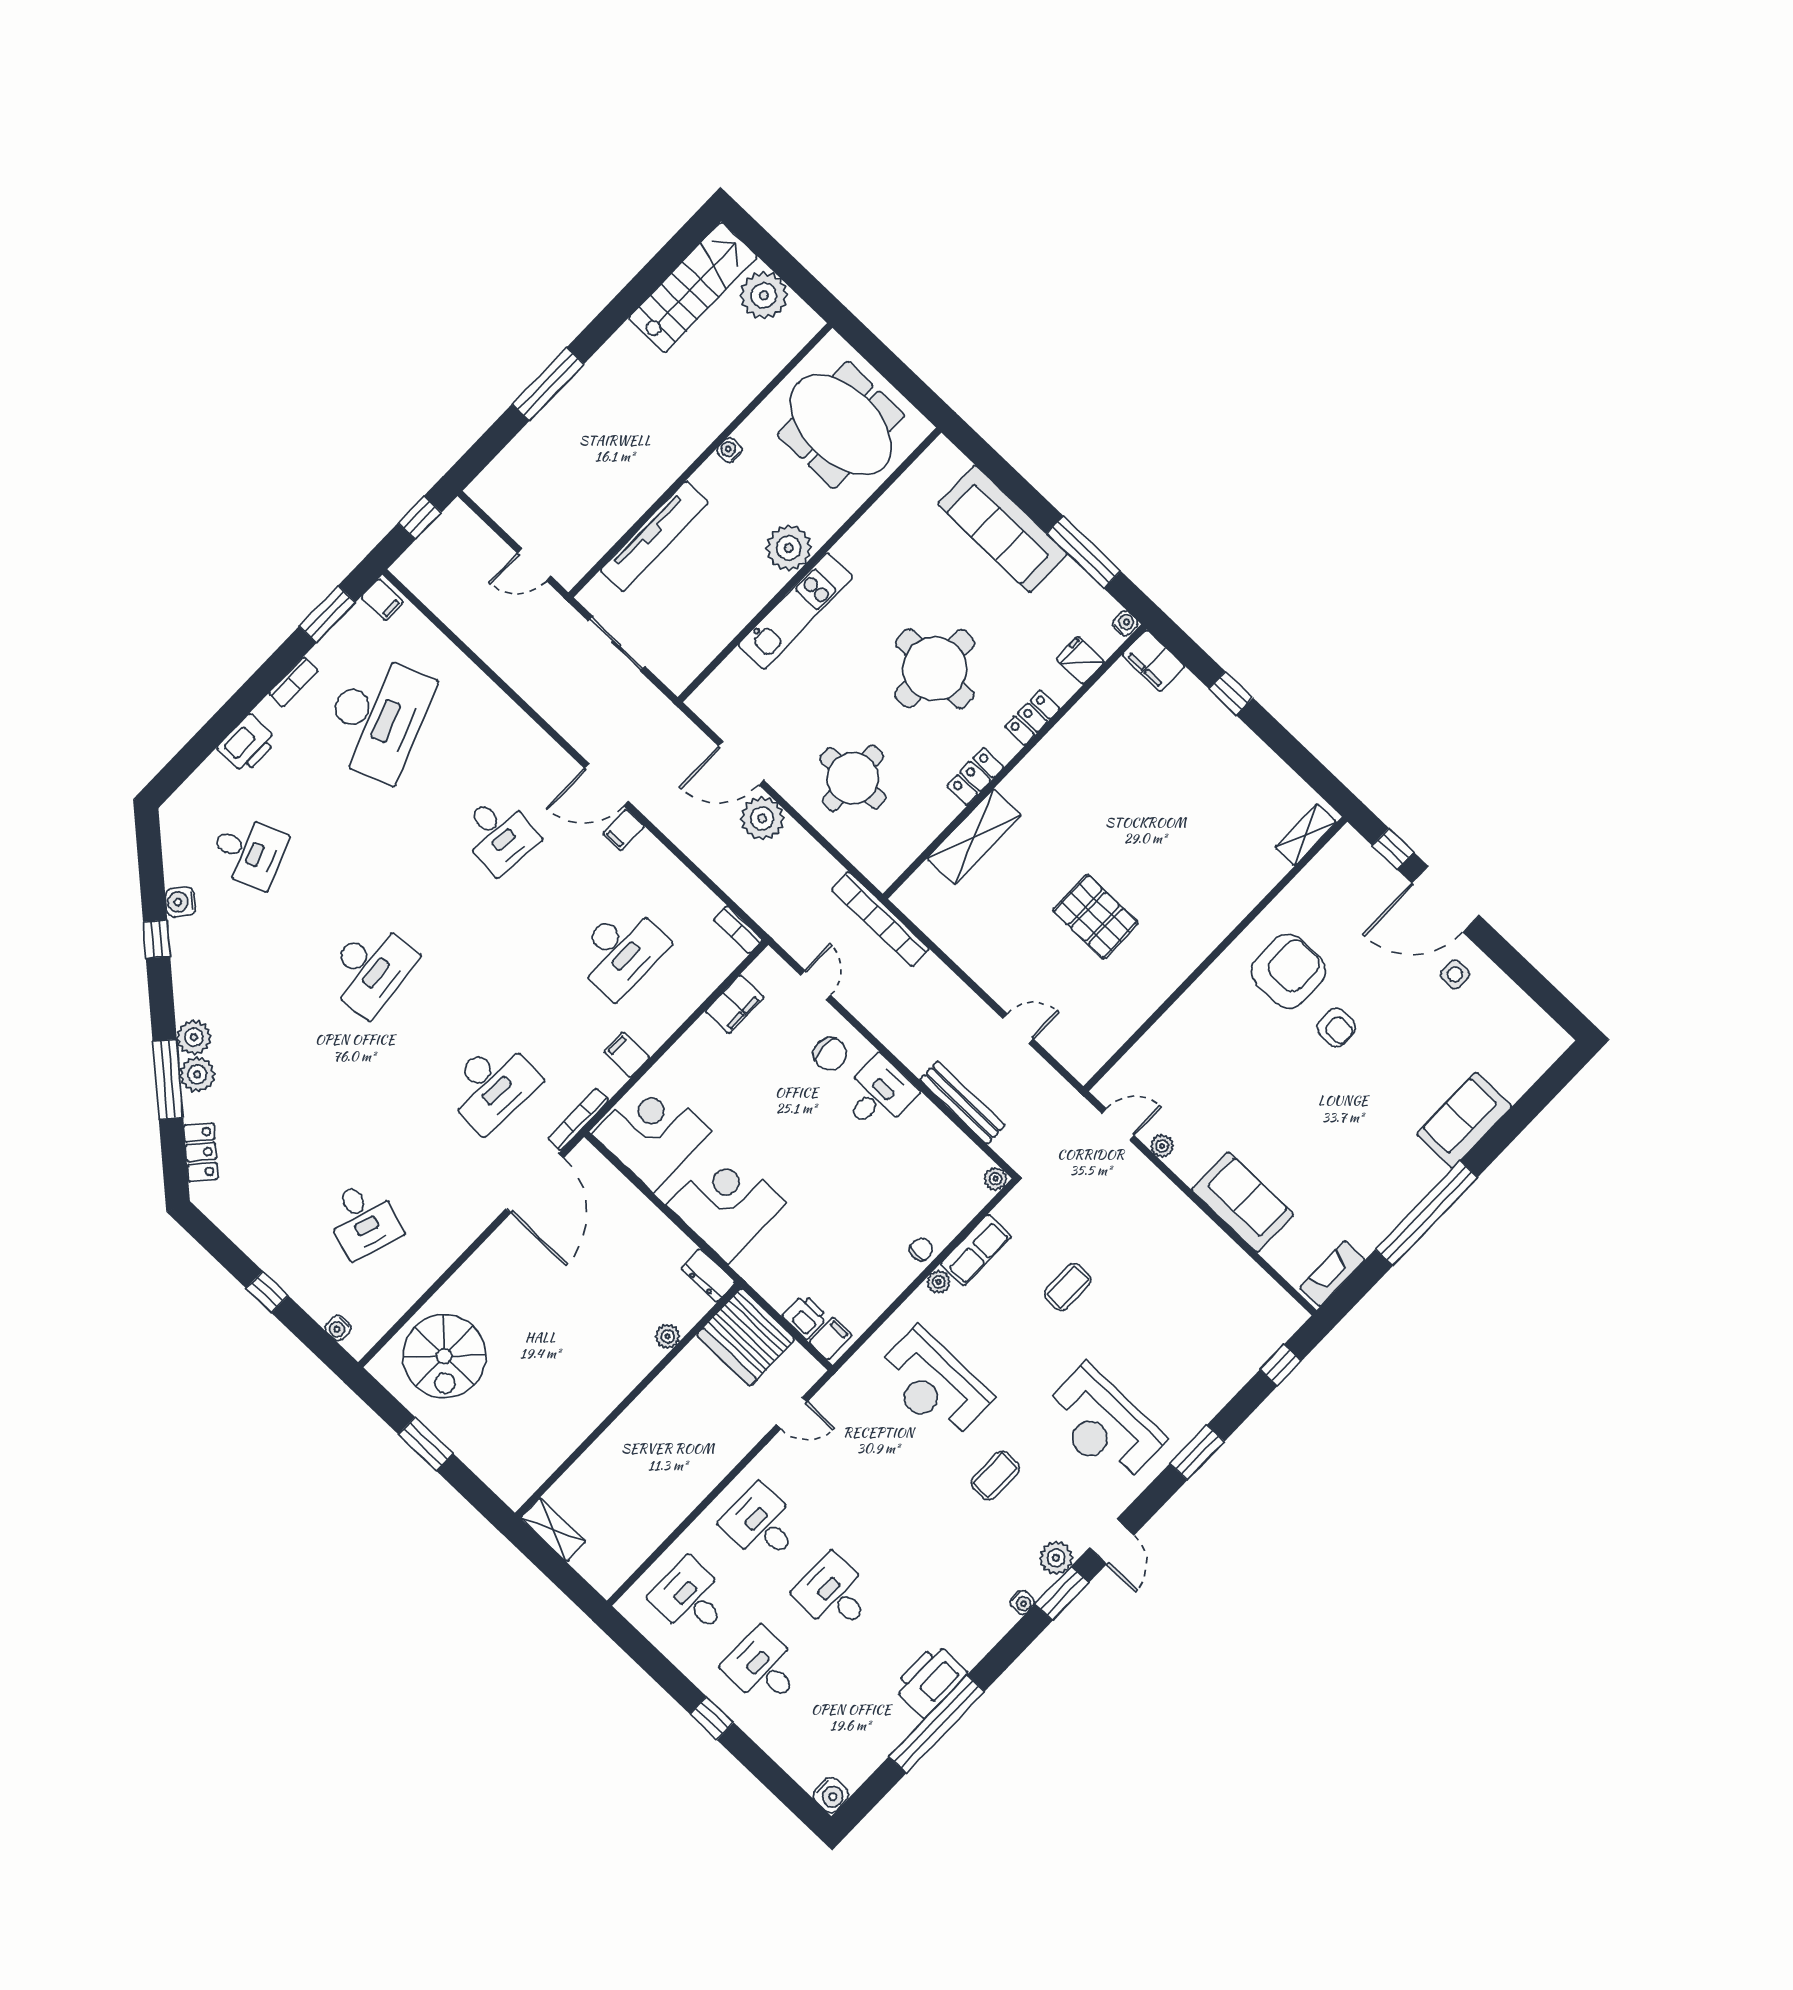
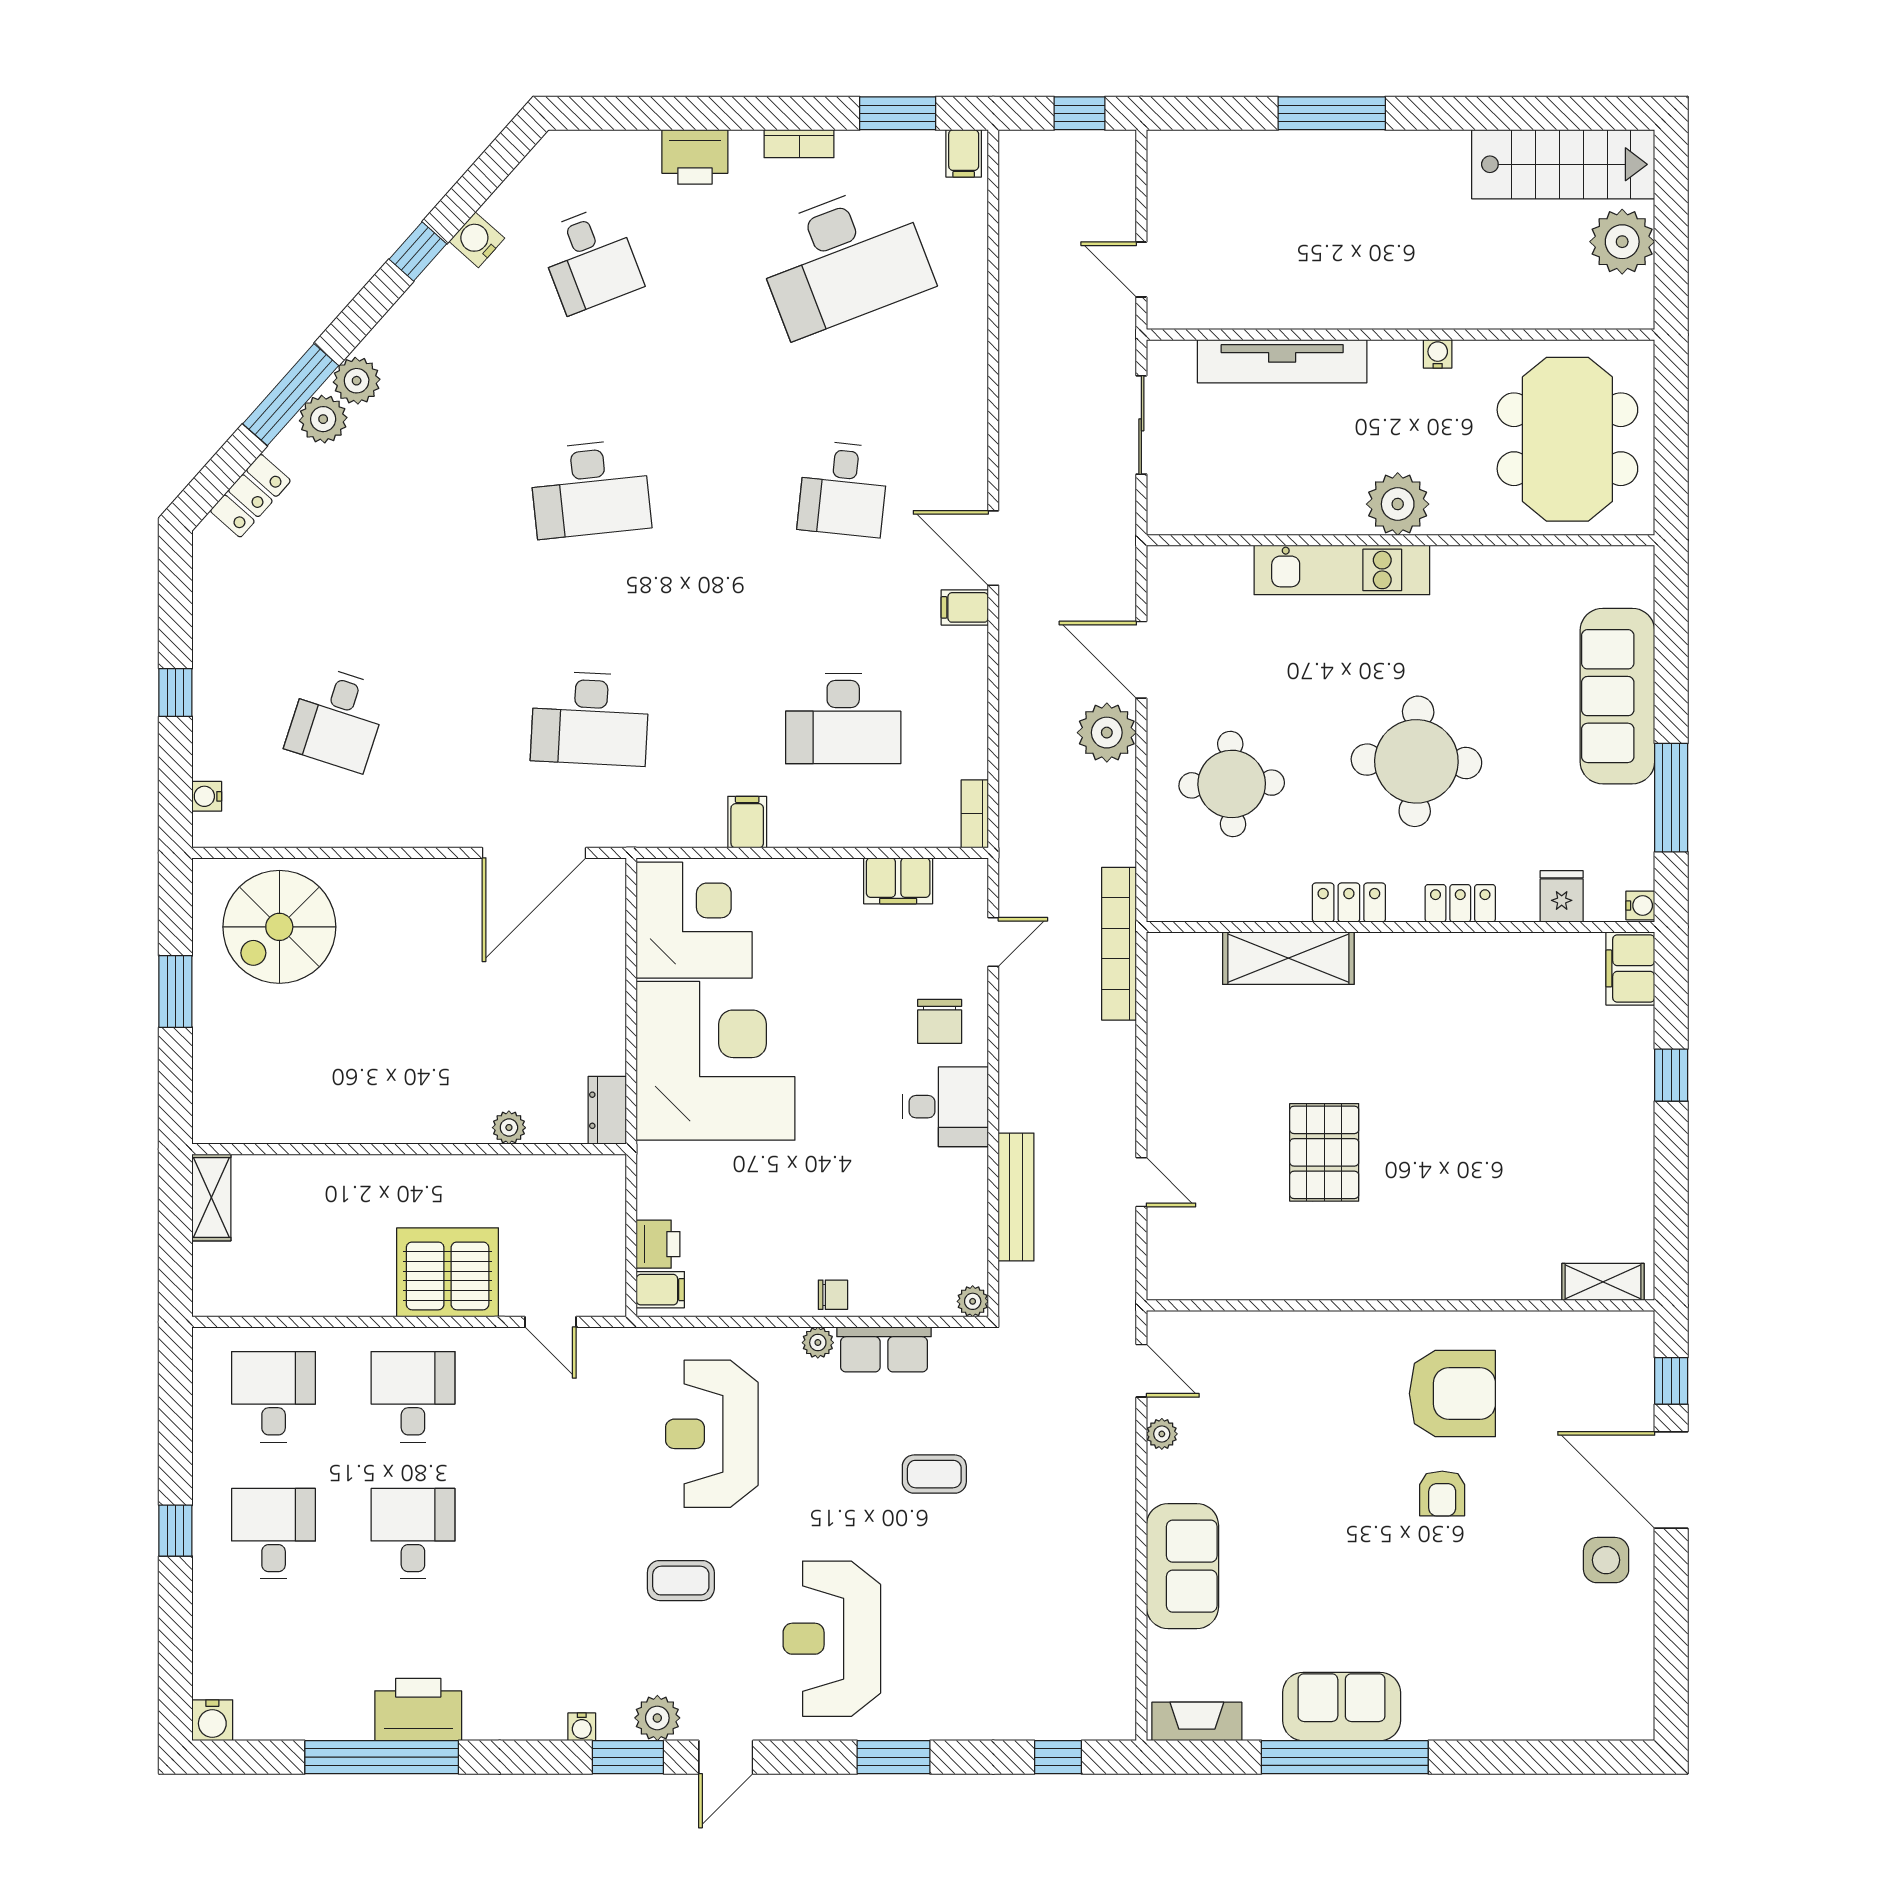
side table: (1455, 974) -> (1606, 1560), width x1.37, depth x1.37
bookcase: (578, 1119) -> (638, 836), removed
sofa: (1464, 1120) -> (1342, 1707), moved
corner desk: (727, 1204) -> (716, 1061), width x1.36, depth x1.36
server rack: (746, 1337) -> (448, 1272), moved, turned 90

